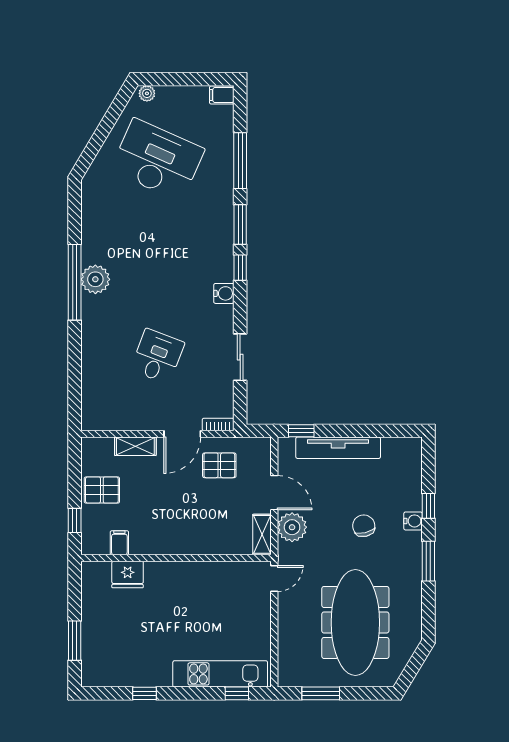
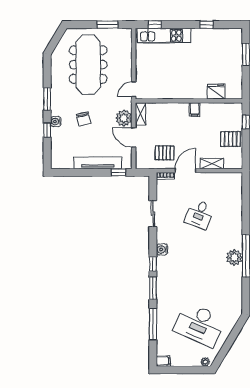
filing cabinet: (119, 543) -> (195, 109), moved

